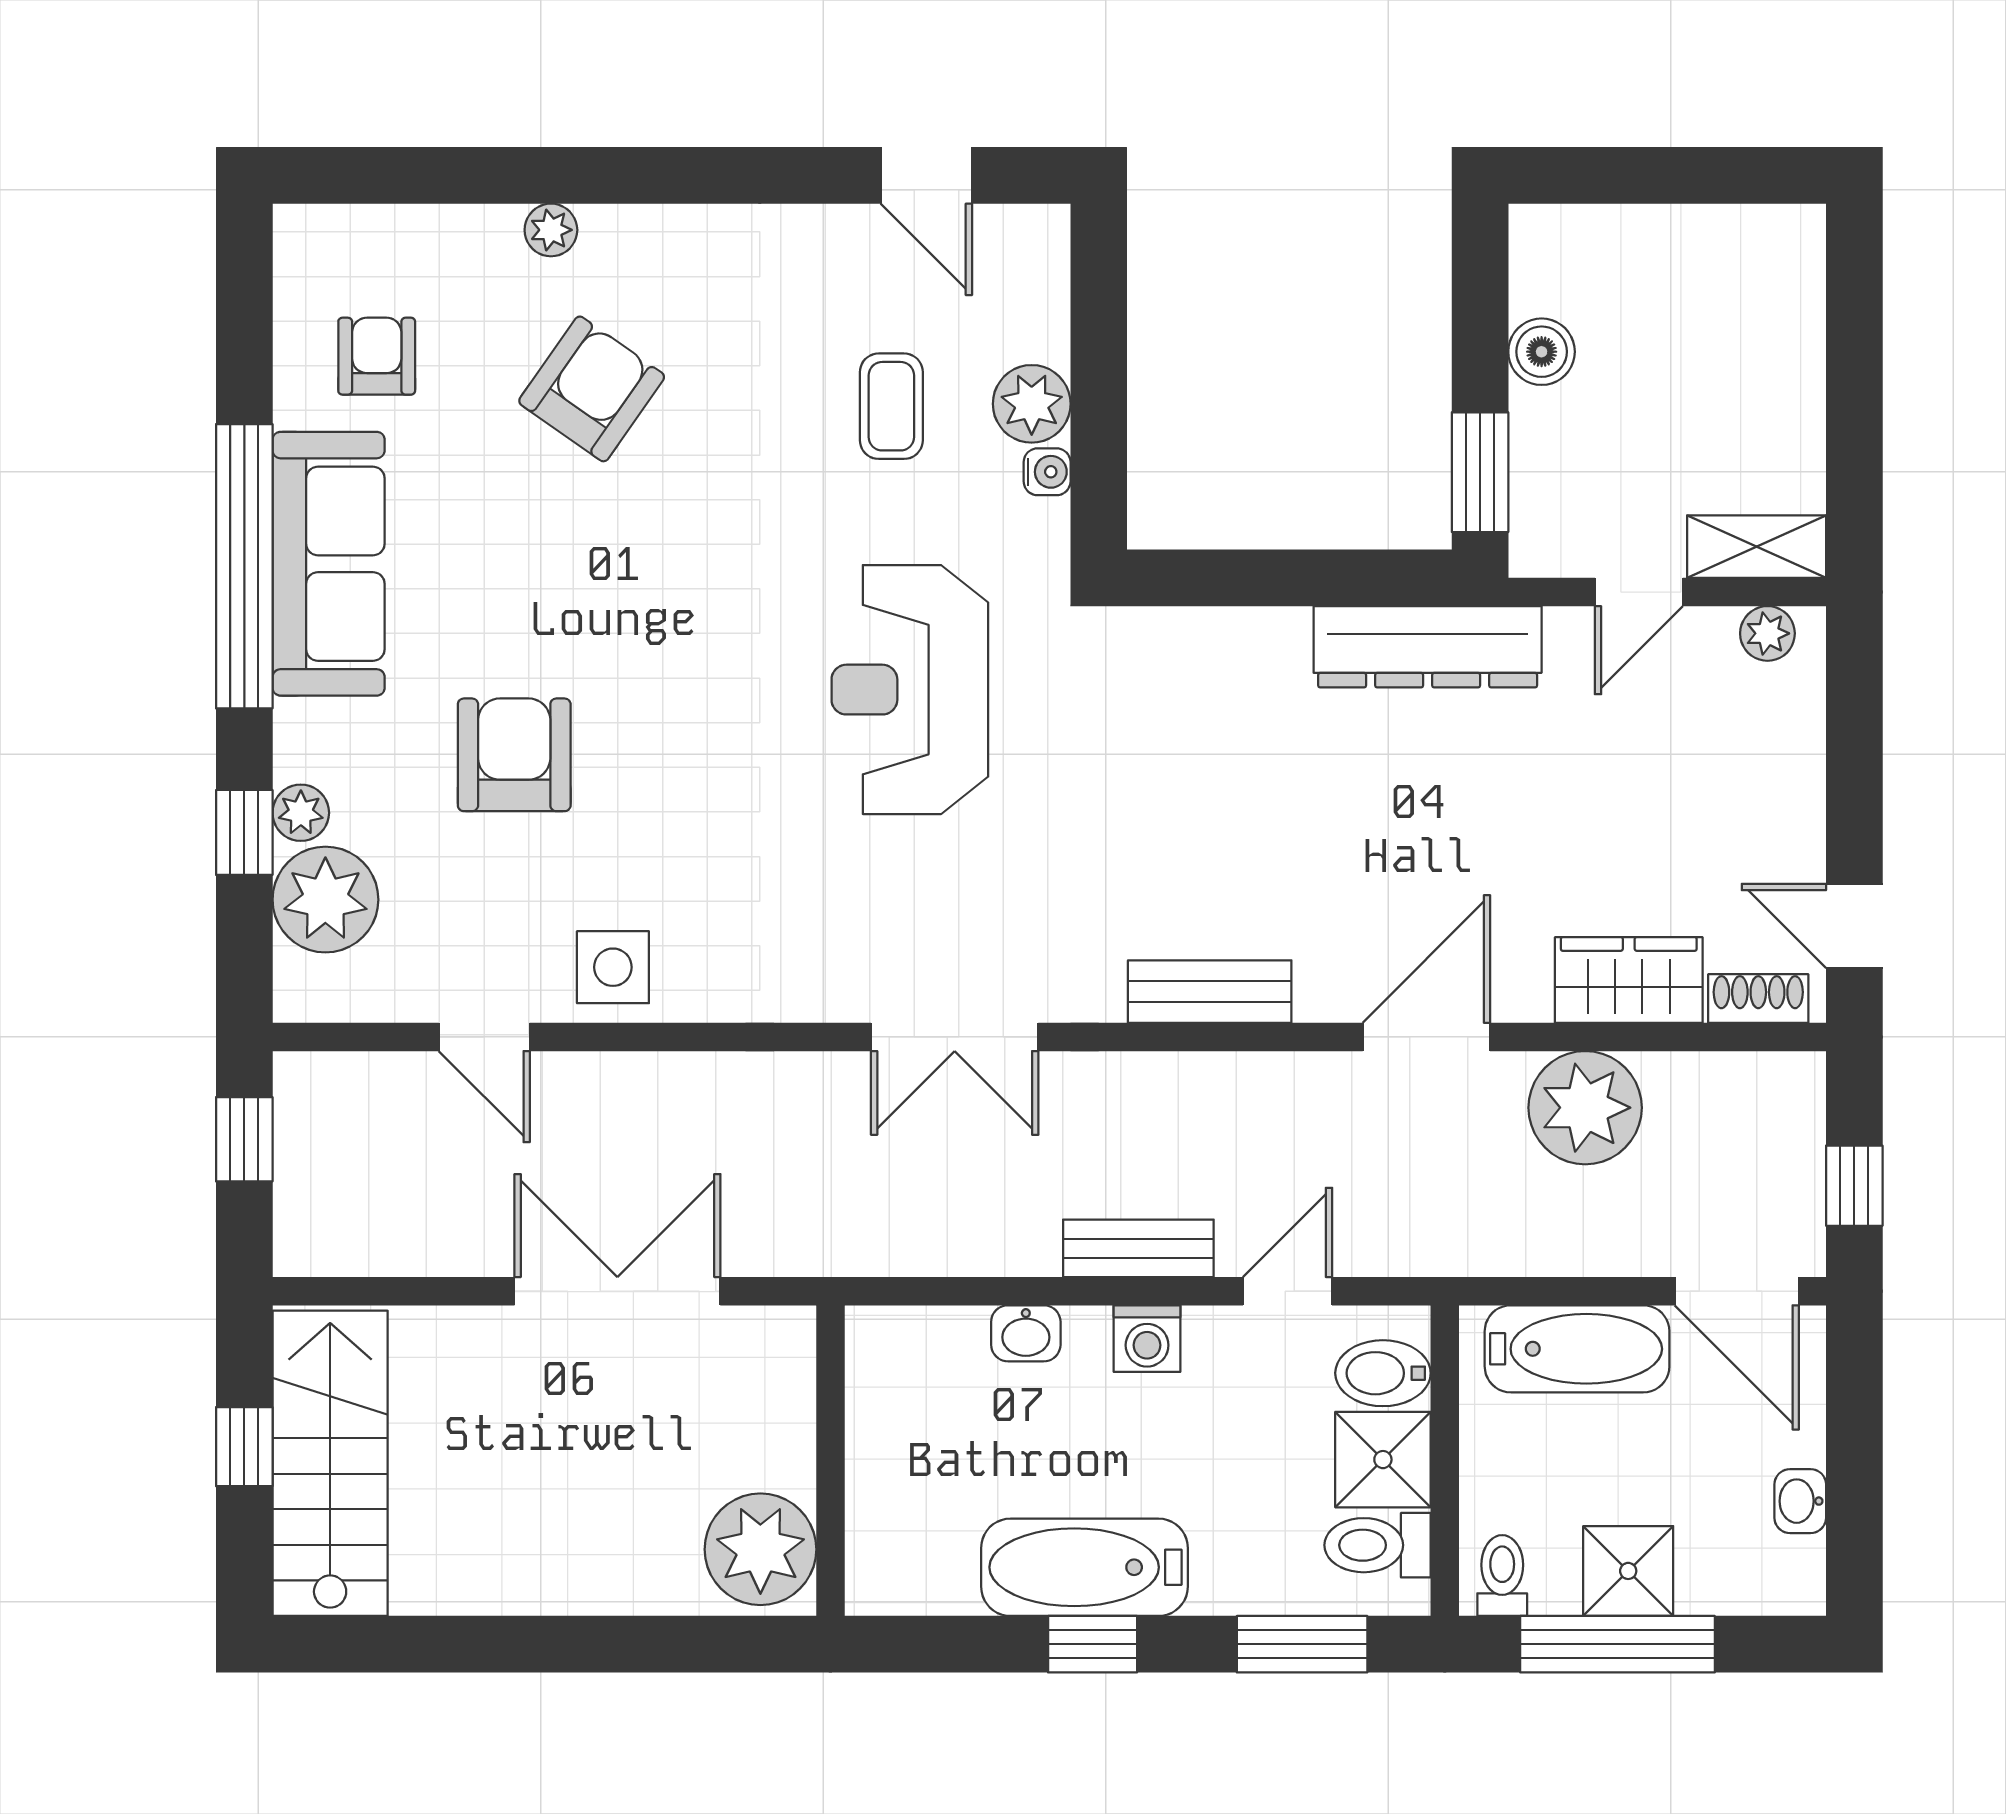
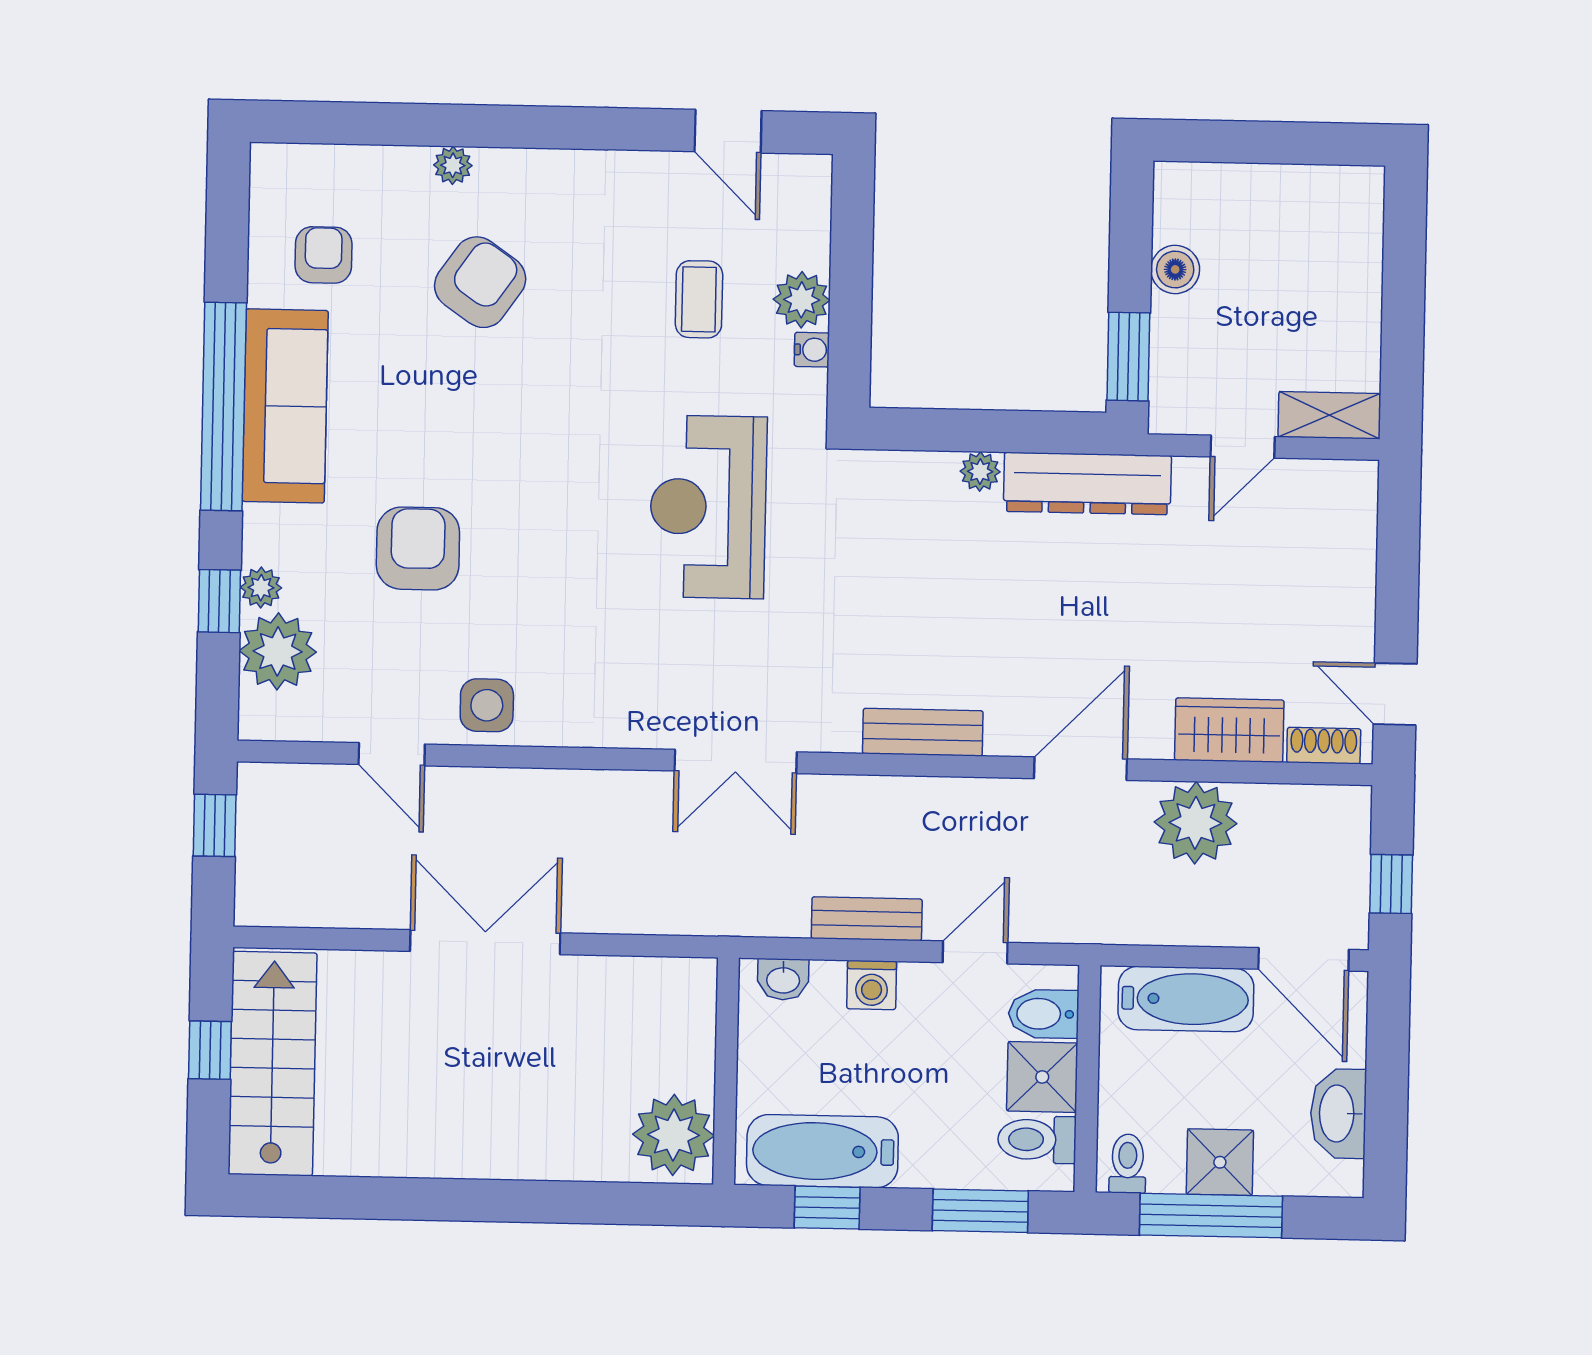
plant: (1767, 633) -> (980, 471), moved
wall: (830, 1461) -> (726, 1071), moved
washbasin: (1800, 1501) -> (1338, 1114), width x1.91, depth x1.45
plant: (760, 1549) -> (674, 1135), moved

